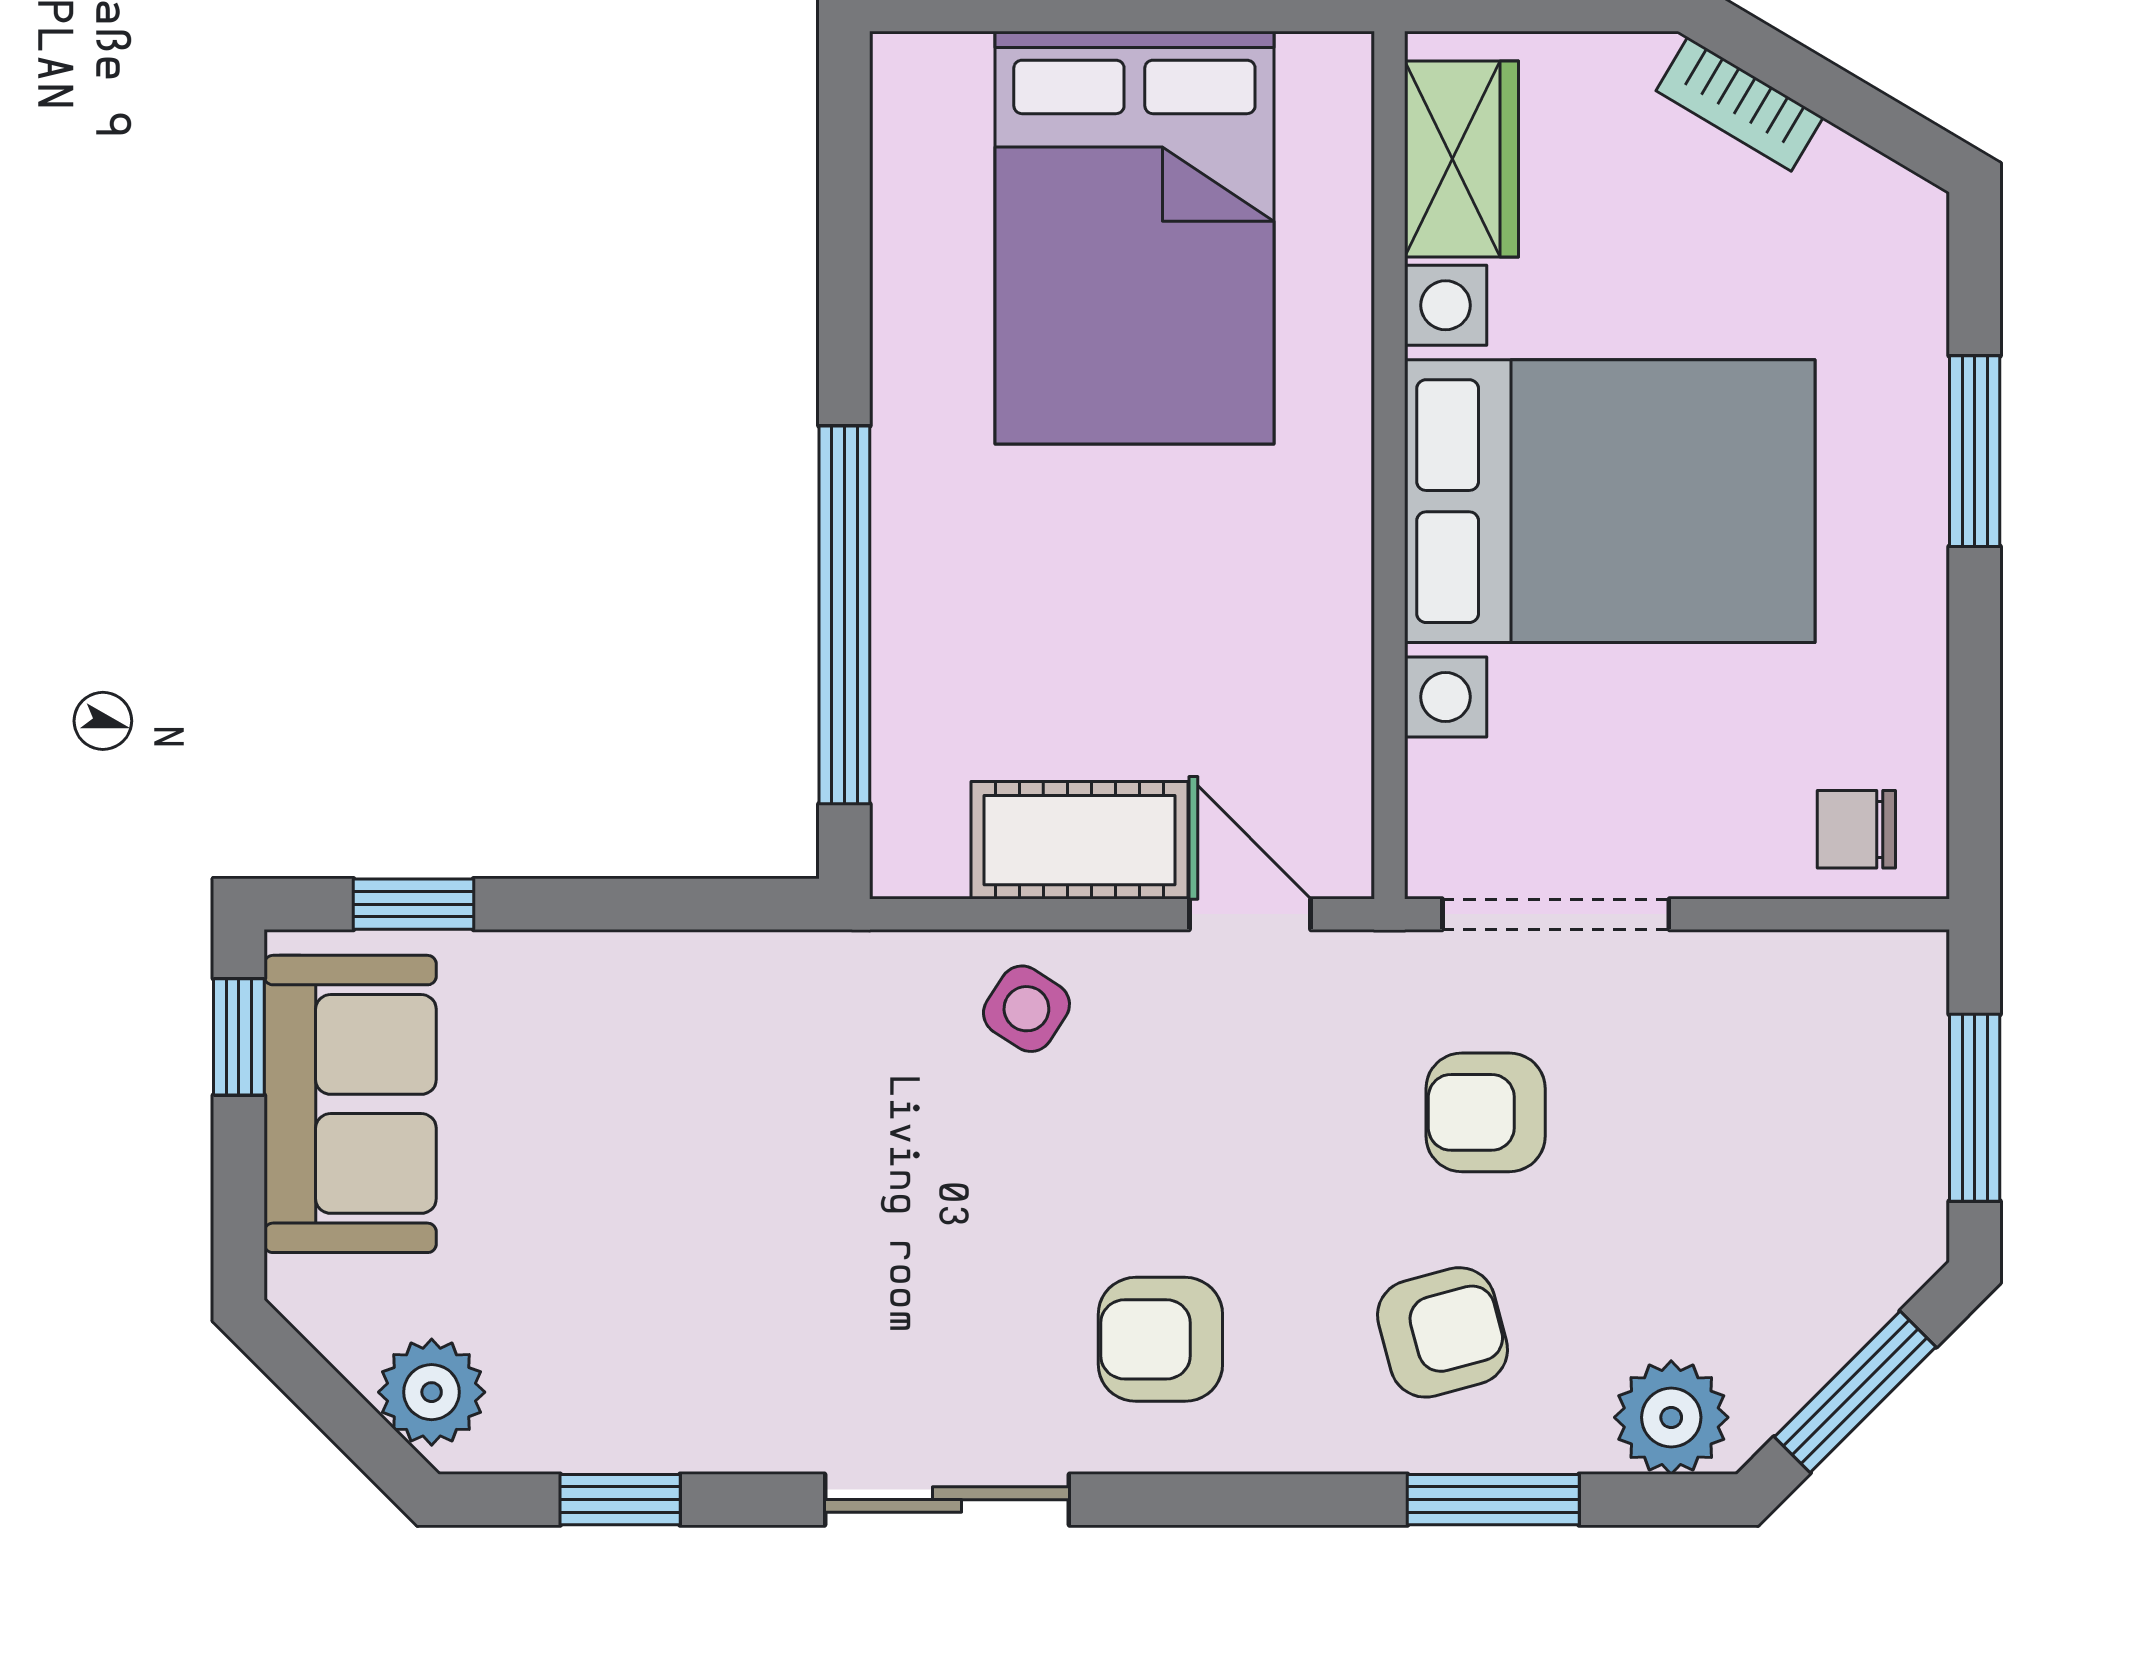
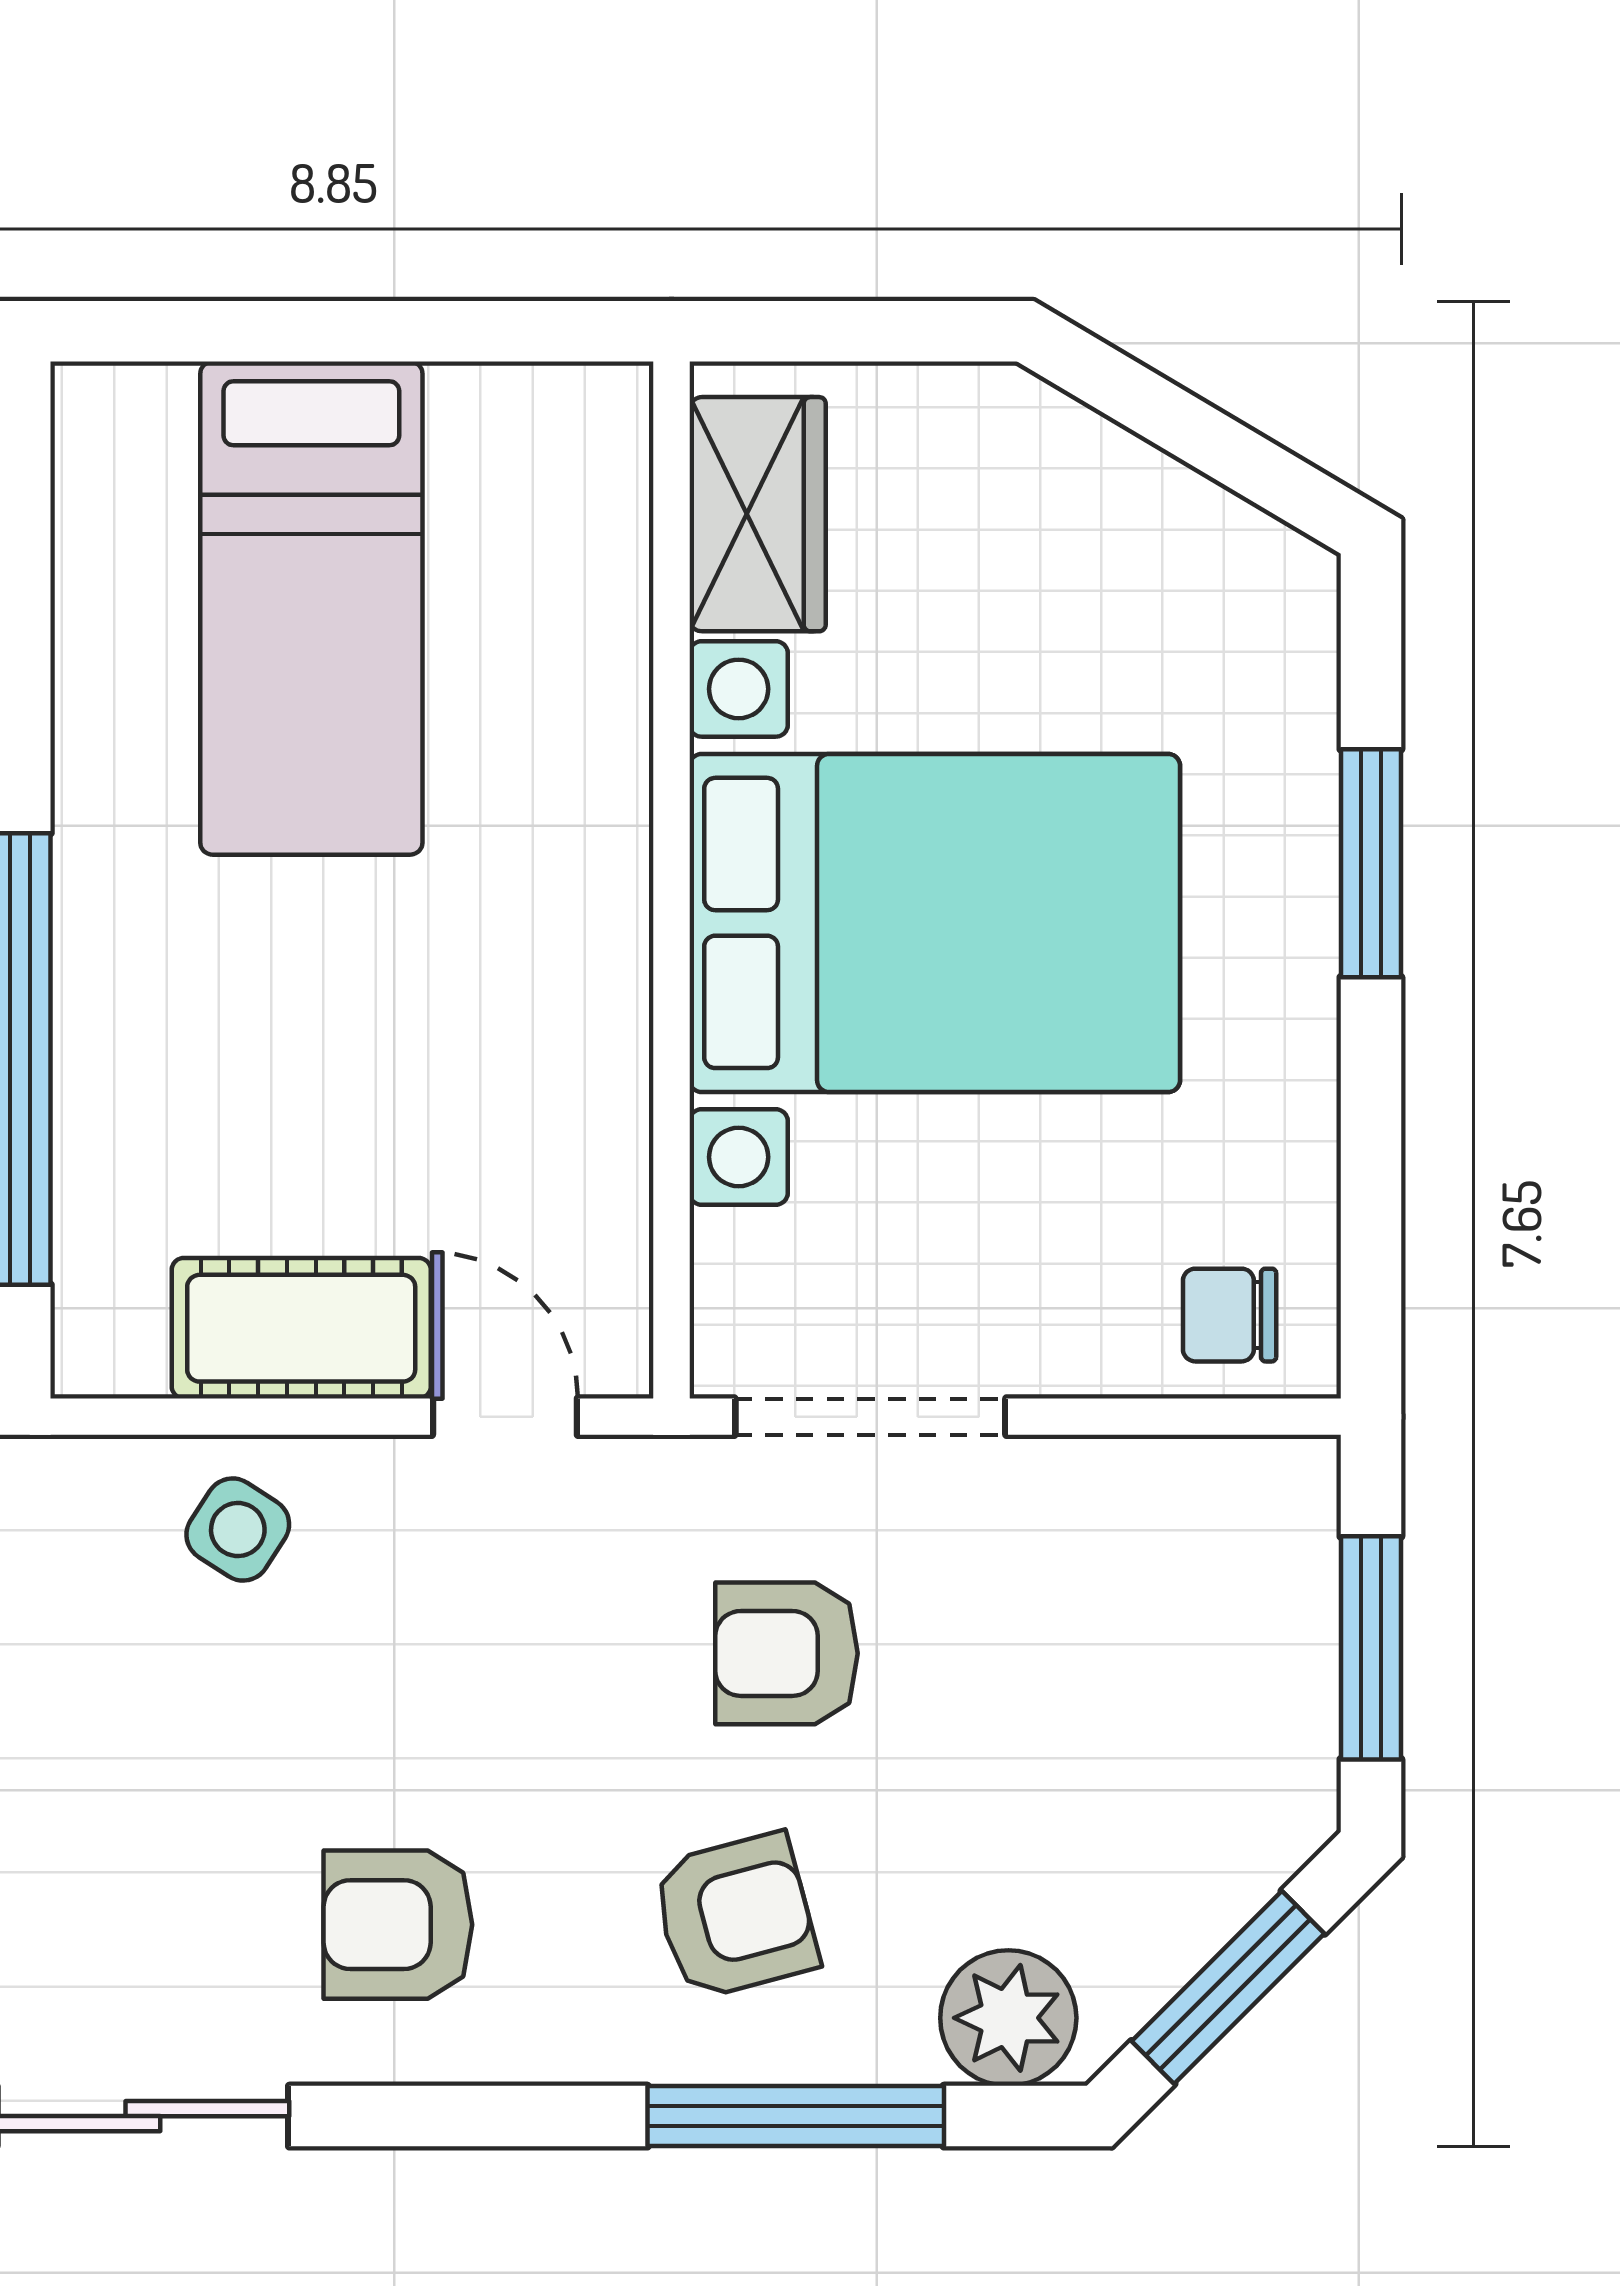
bookcase: (1740, 104) -> (1090, 449), removed
bed: (1134, 238) -> (311, 608), width x0.67
window: (1493, 1500) -> (796, 2116), width x1.44

